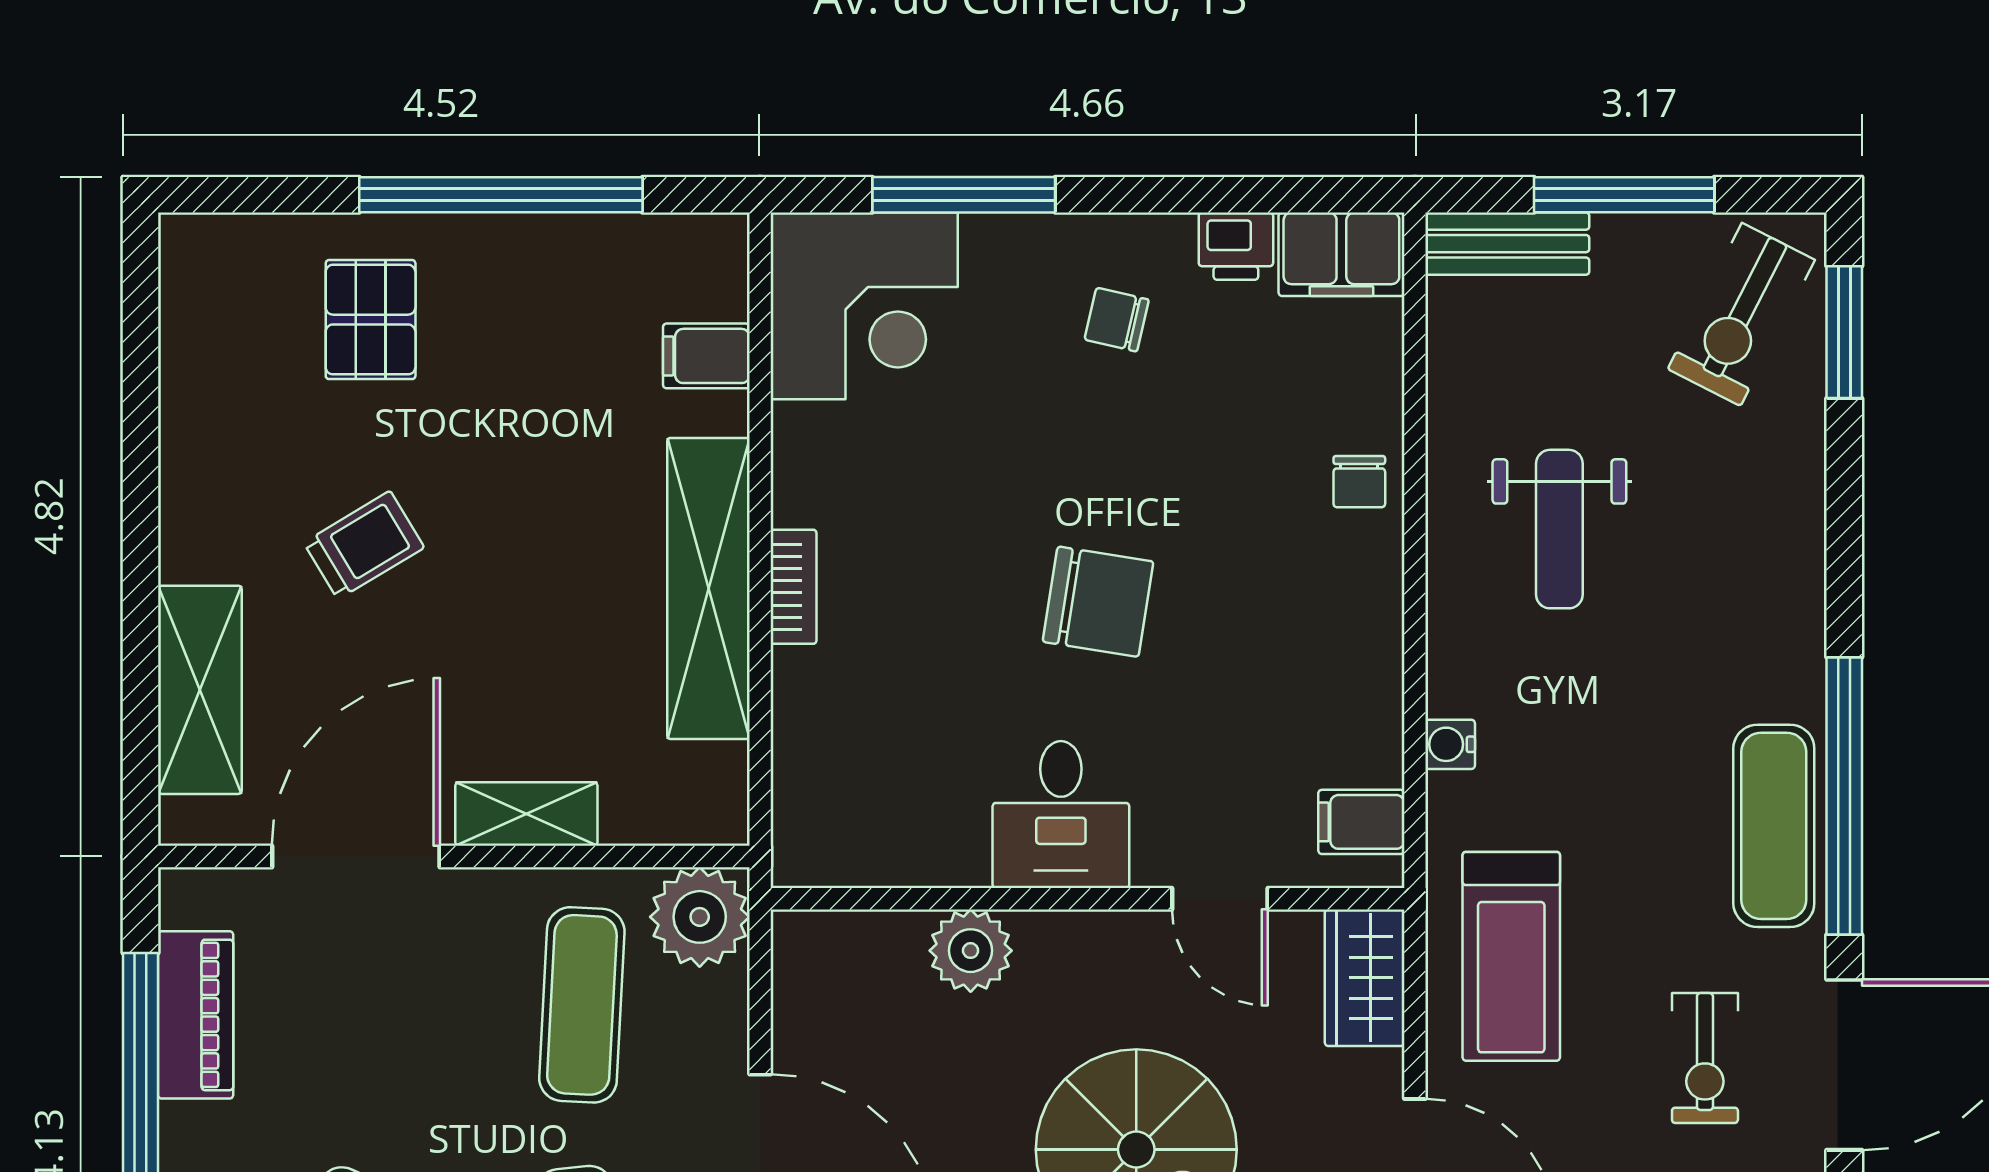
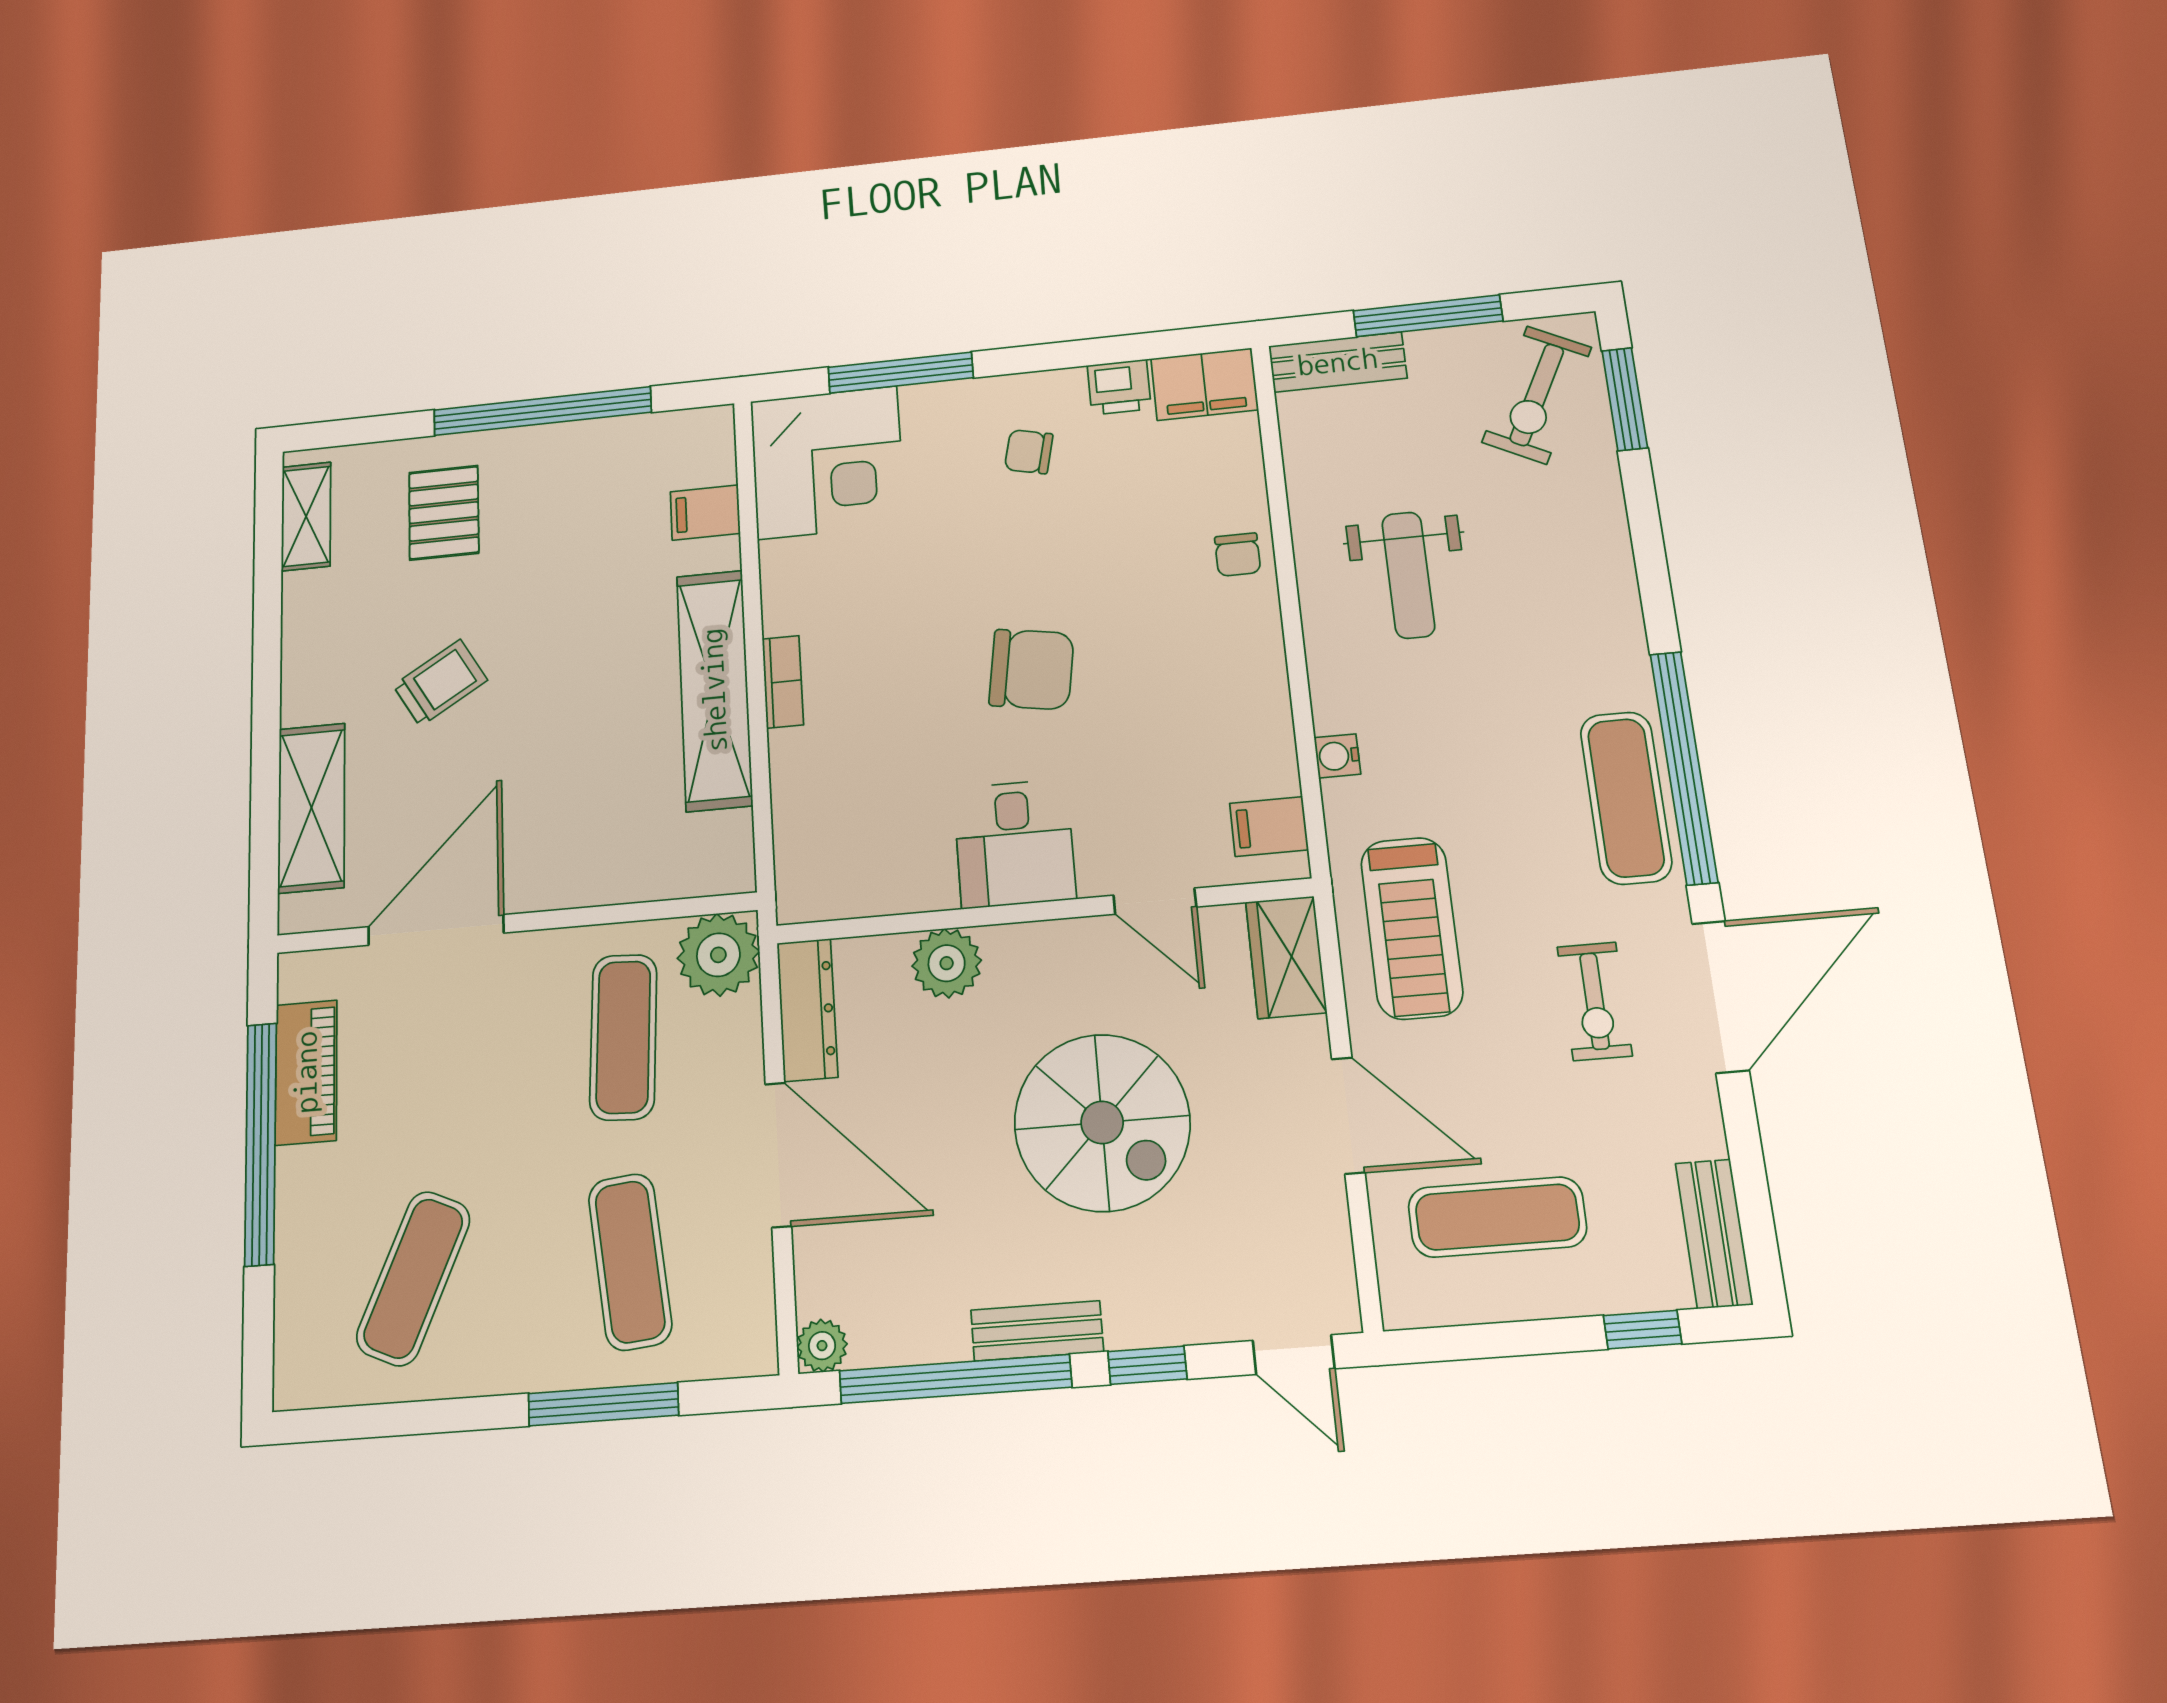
shelving: (526, 814) -> (306, 516), moved, turned 90
dresser: (803, 991) -> (807, 1010), added

